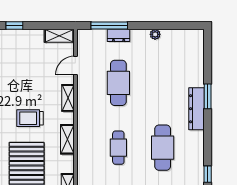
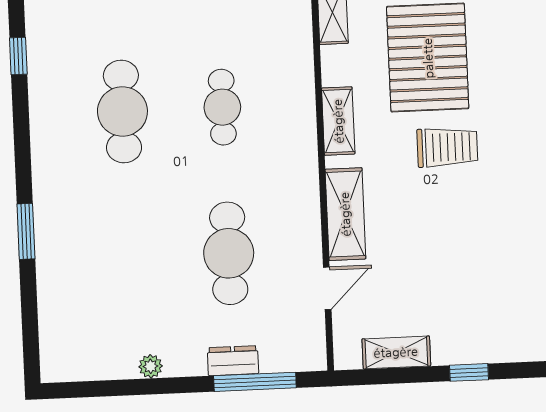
shelving: (59, 36) -> (396, 352), moved
shelving: (68, 98) -> (345, 214), width x1.50, depth x1.33
dresser: (197, 109) -> (50, 203), removed
trolley: (30, 118) -> (447, 147), moved

